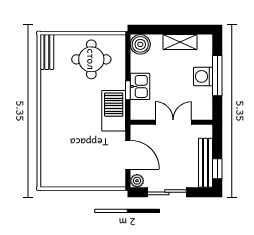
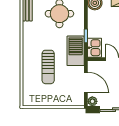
kitchen sink: (140, 86) -> (95, 48), moved
sun lounger: (76, 133) -> (48, 67), added

